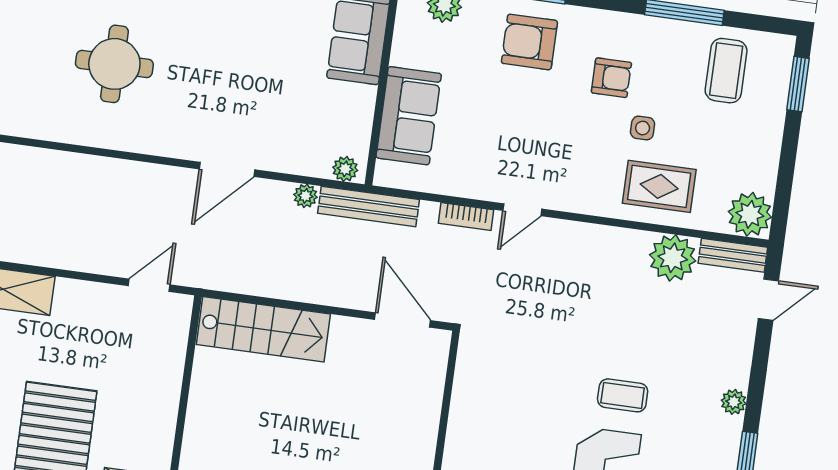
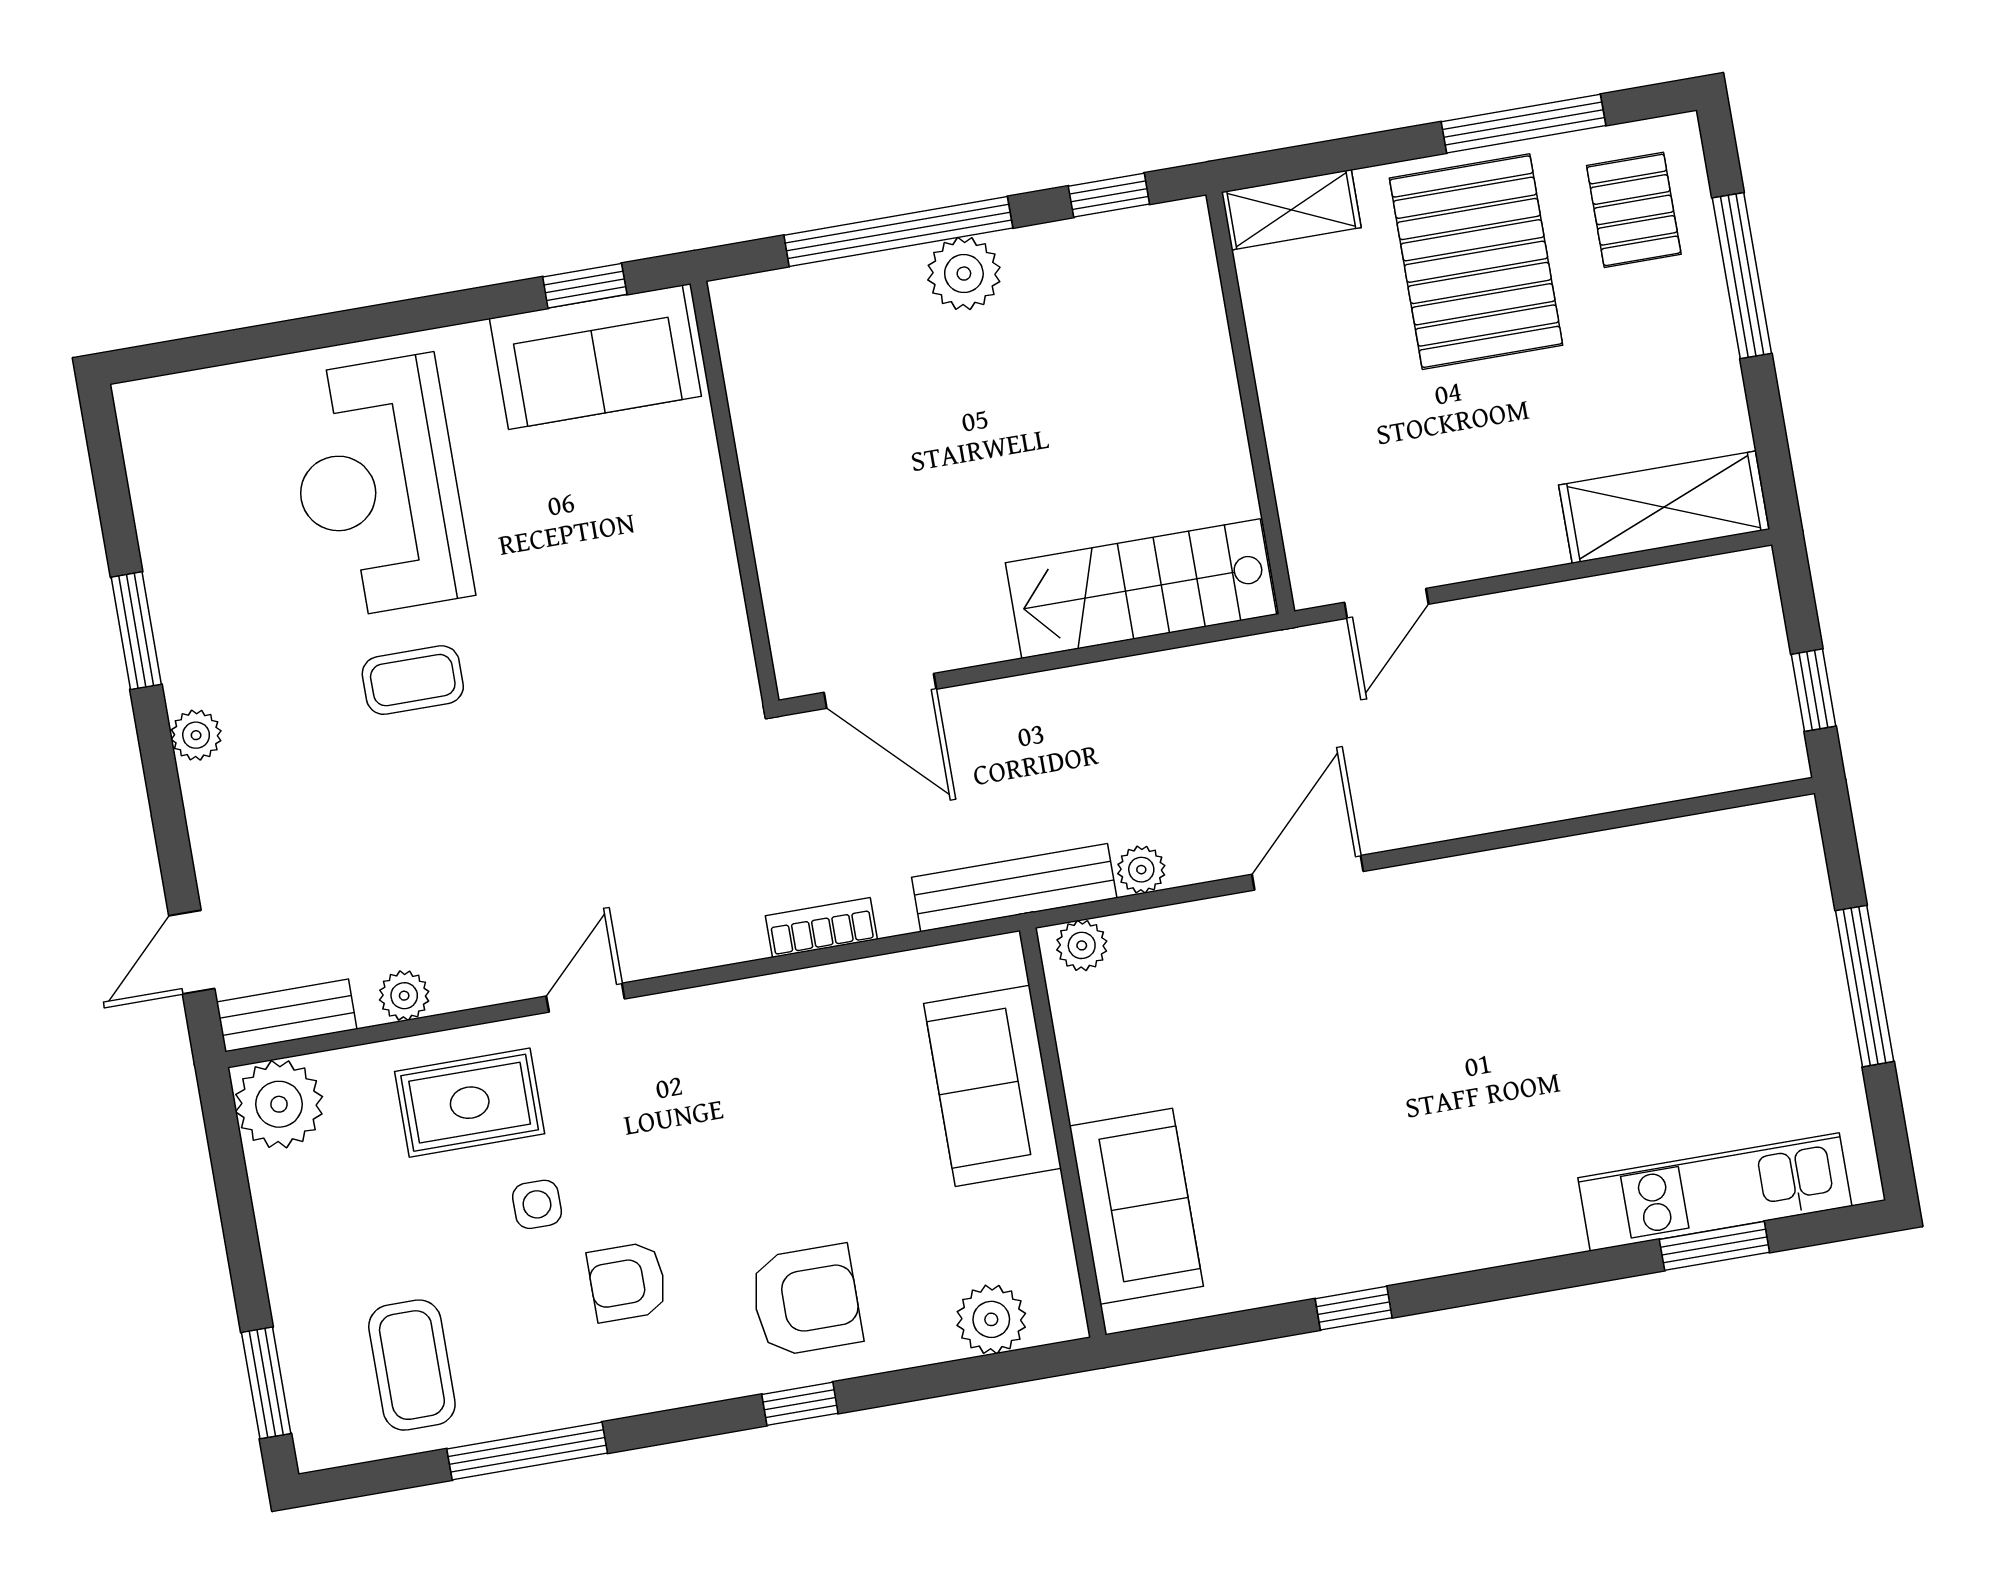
round table: (114, 64) -> (1587, 1006), removed
door: (522, 210) -> (585, 998), moved
plant: (673, 258) -> (404, 996), width x0.53, depth x0.53

